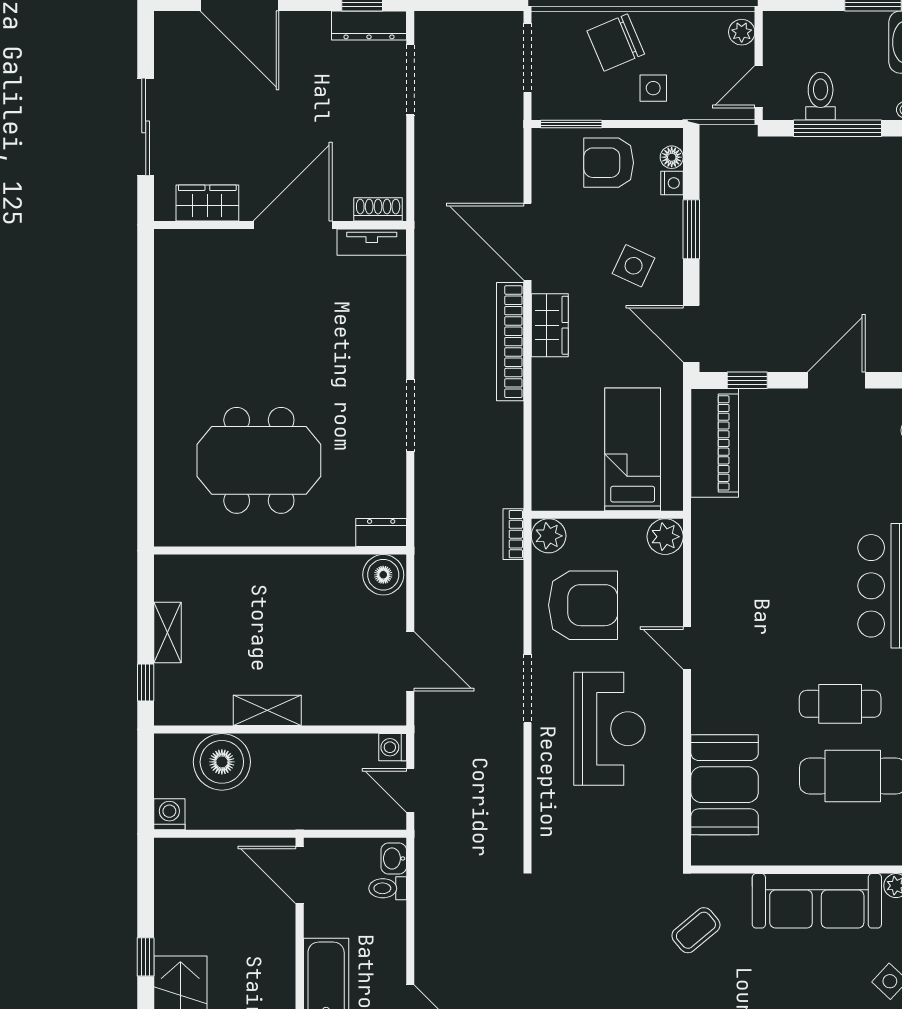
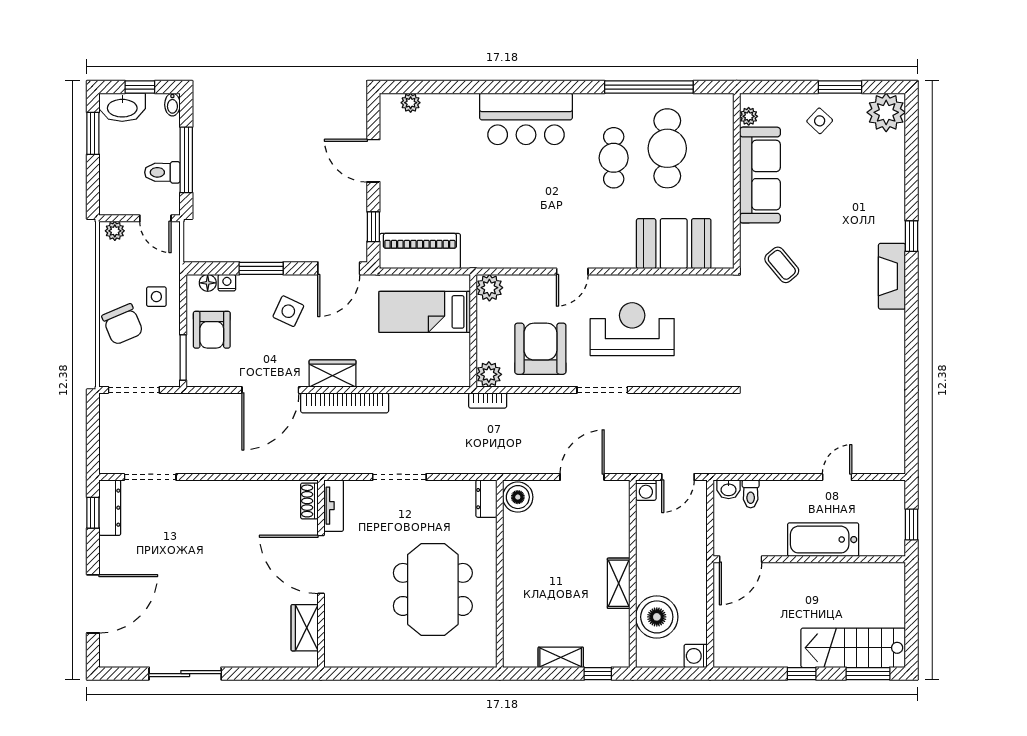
wardrobe: (207, 203) -> (305, 628), moved
shoe rack: (378, 209) -> (309, 501), moved
wall: (280, 225) -> (321, 574), moved
door: (293, 225) -> (321, 564), moved
tv unit: (372, 242) -> (334, 506), moved

